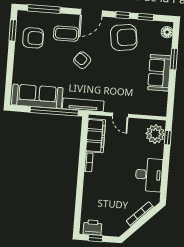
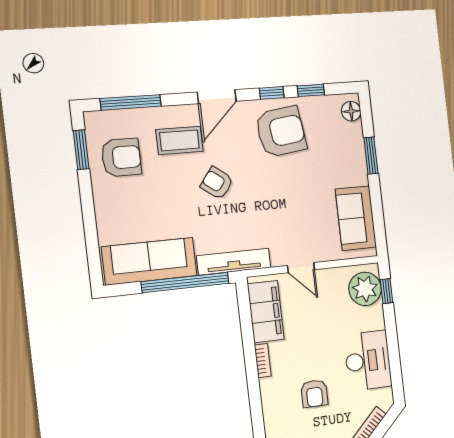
sofa: (159, 73) -> (356, 218), moved
armchair: (114, 187) -> (314, 394), added

